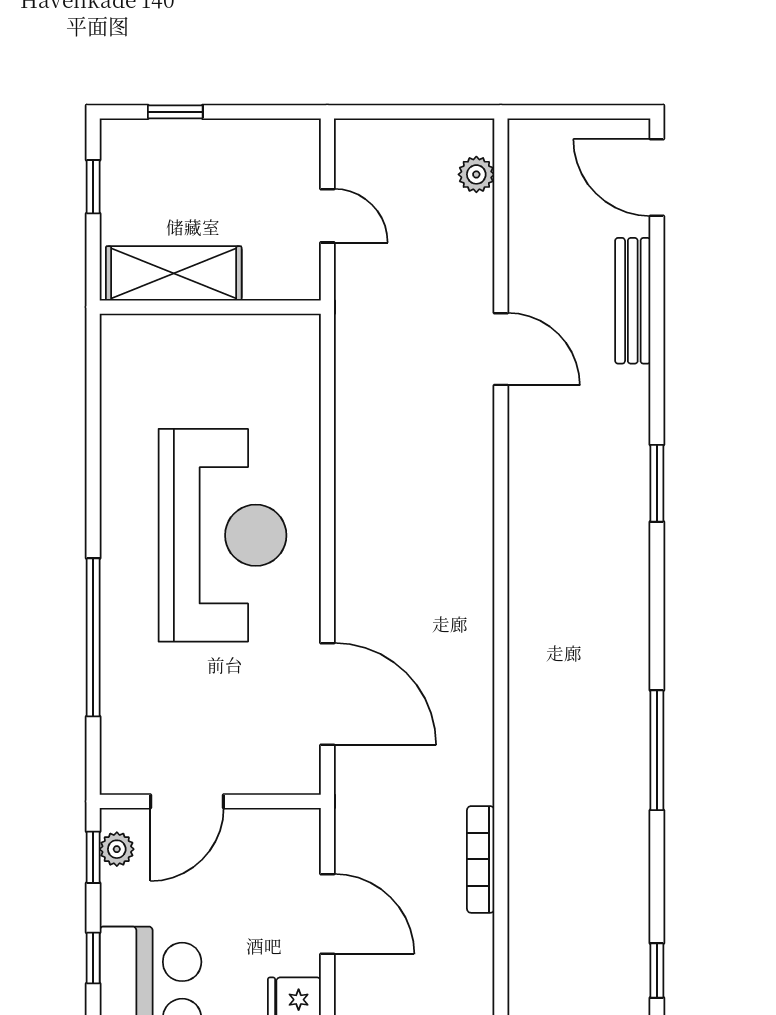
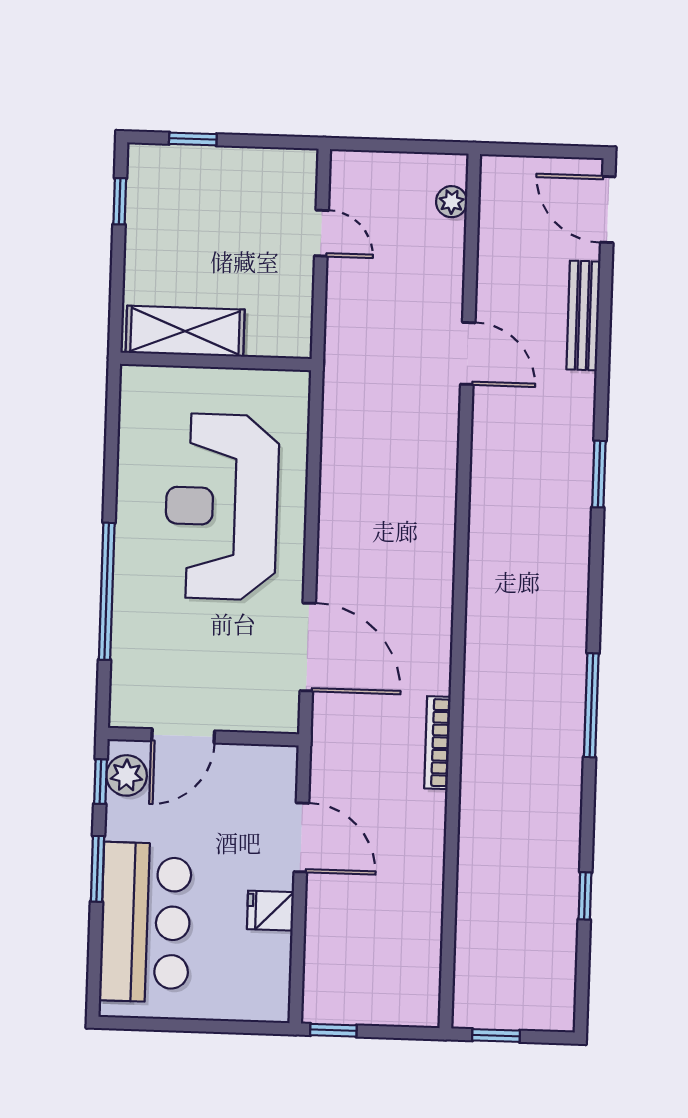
shelving: (174, 273) -> (185, 331), moved
wall: (210, 307) -> (216, 361), moved
reception desk: (223, 535) -> (222, 507), turned 180
plant: (117, 849) -> (127, 775), width x1.38, depth x1.38
bookcase: (481, 859) -> (437, 743), moved
window: (93, 958) -> (98, 869), width x1.50

